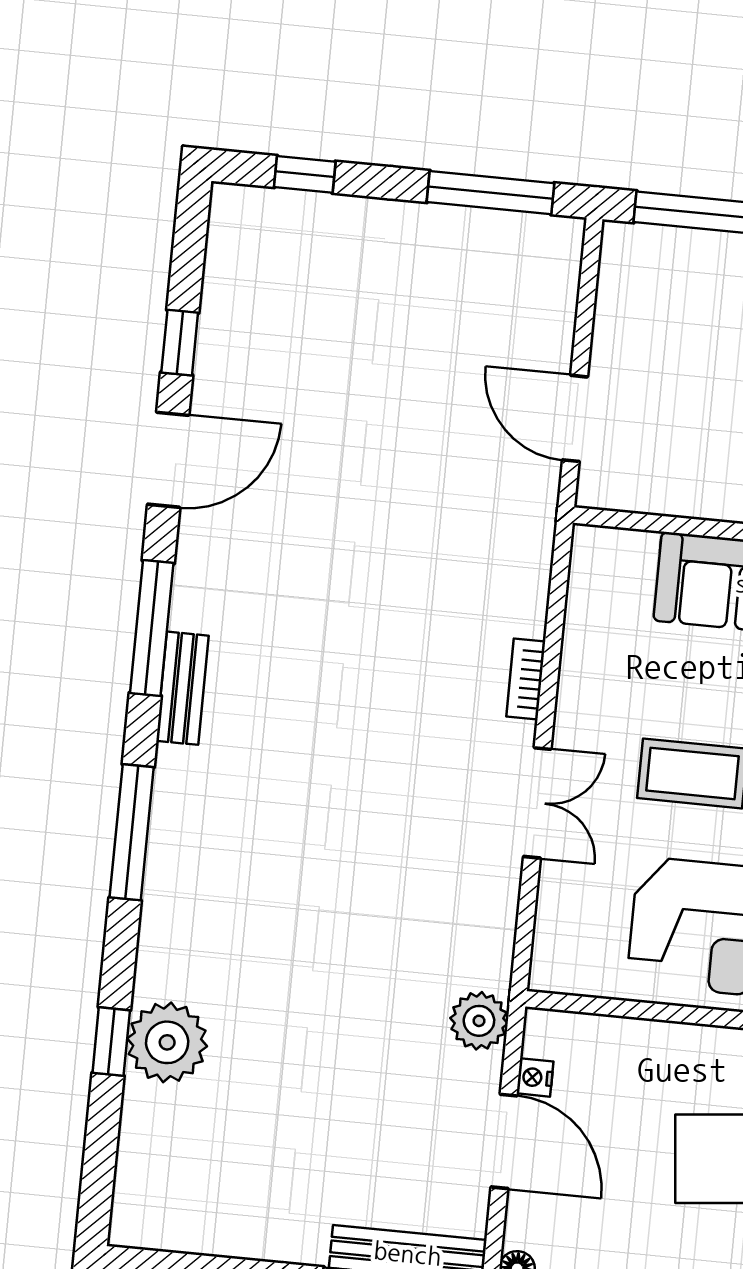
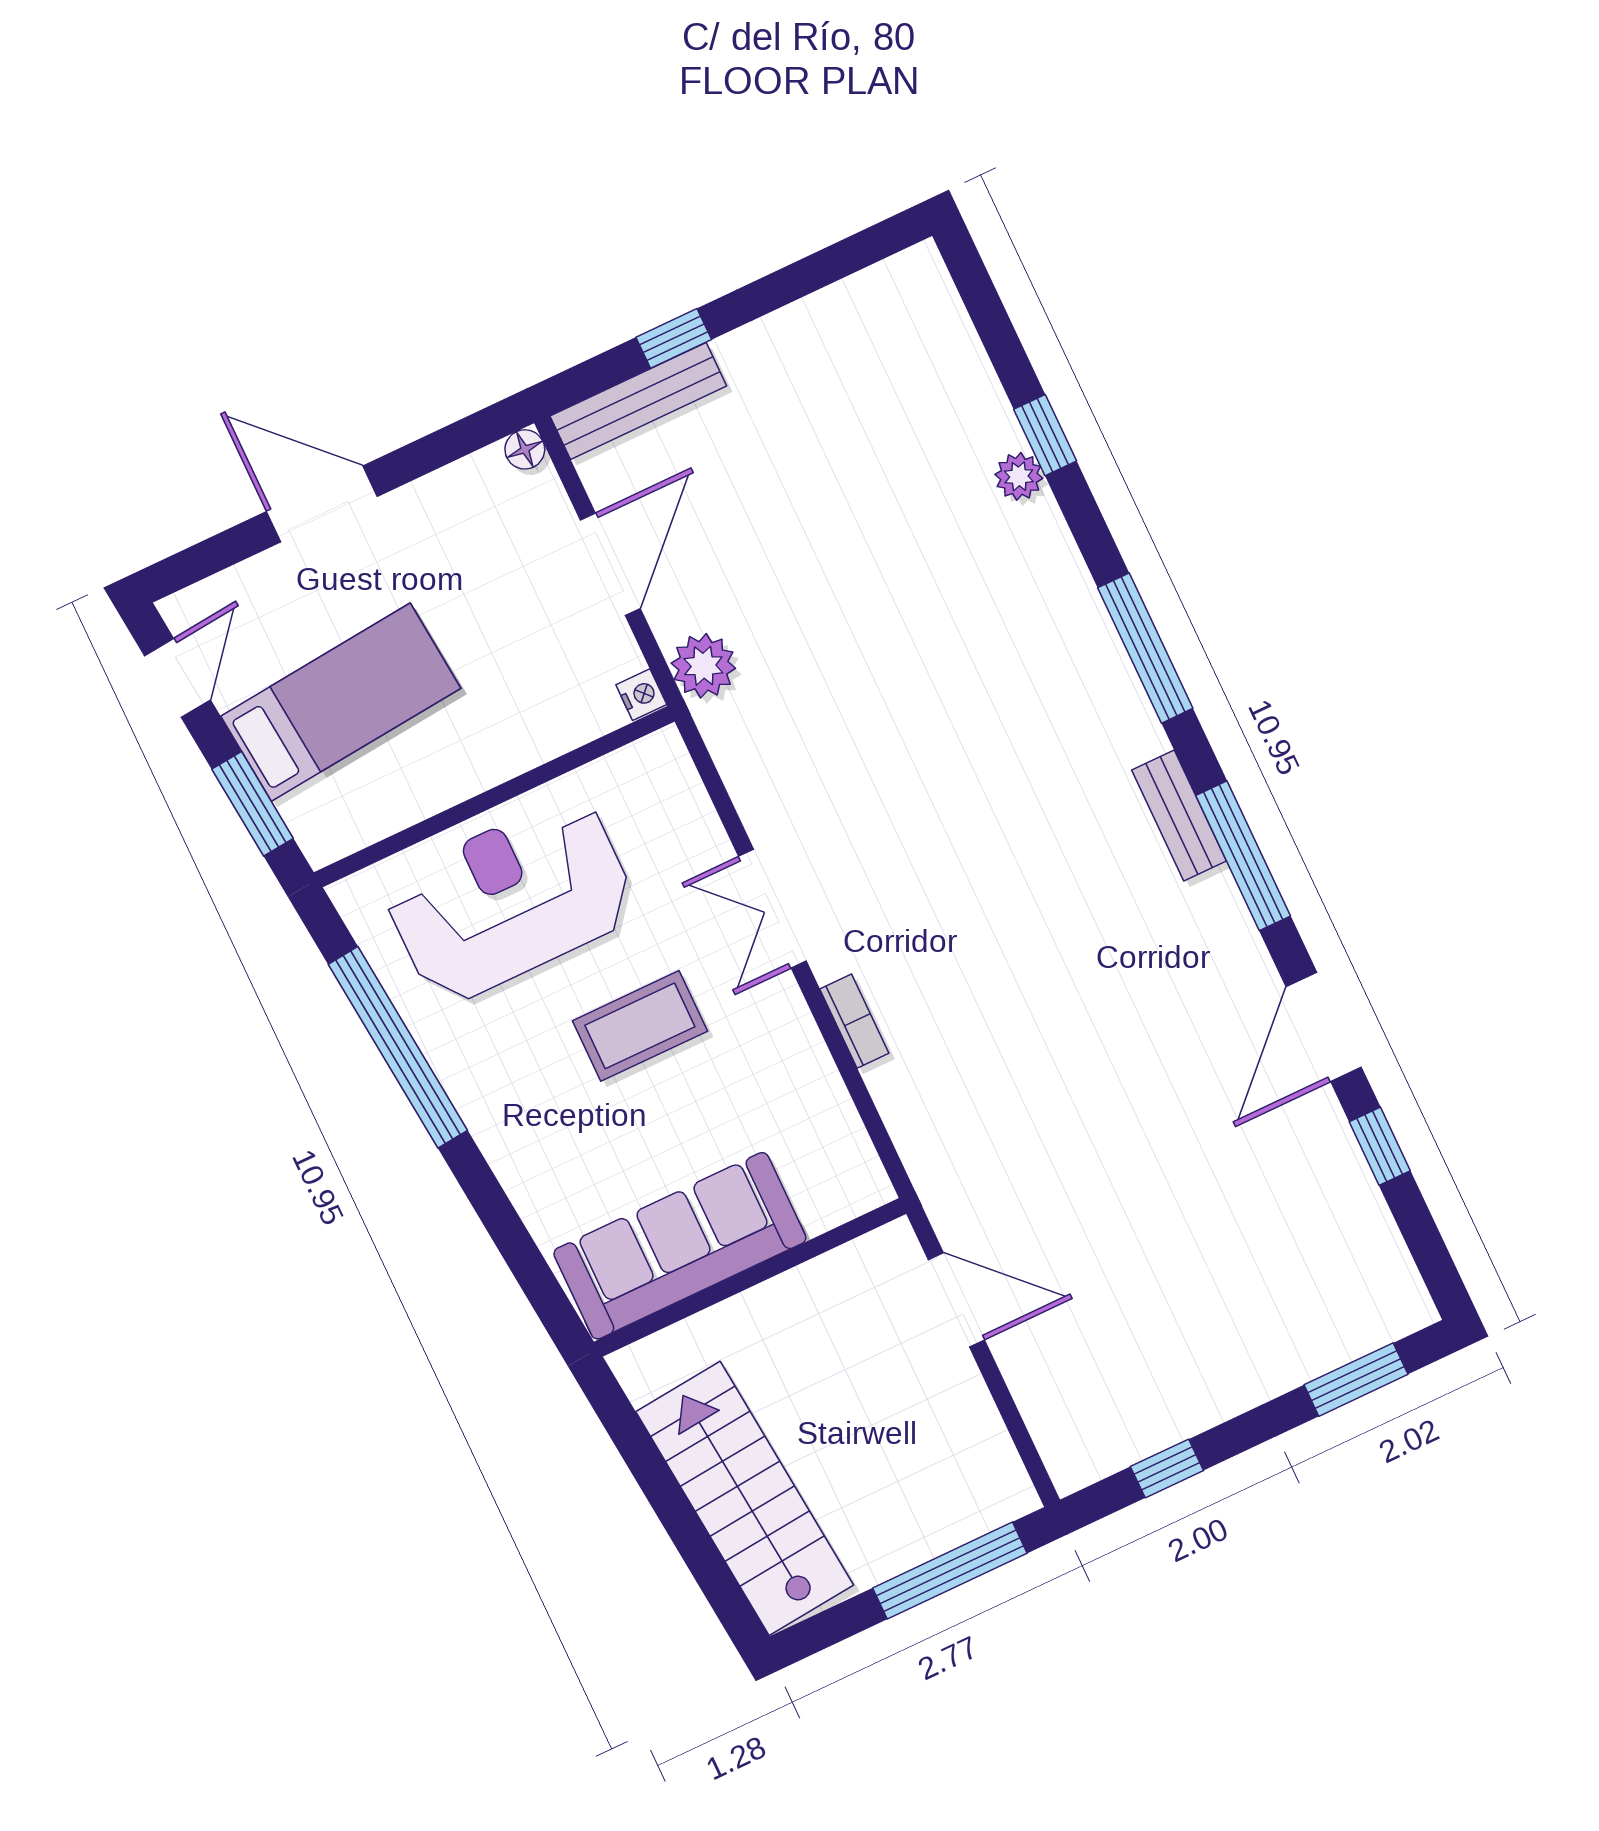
window: (305, 174) -> (1356, 1380), width x1.50
window: (491, 193) -> (1167, 1469), width x0.46
plant: (167, 1042) -> (1019, 476), width x0.53, depth x0.53
nightstand: (535, 1077) -> (641, 695), moved
door: (504, 1141) -> (610, 564), swing flipped

